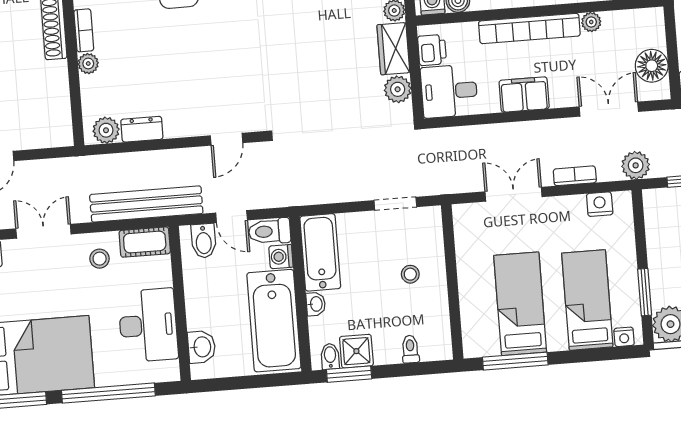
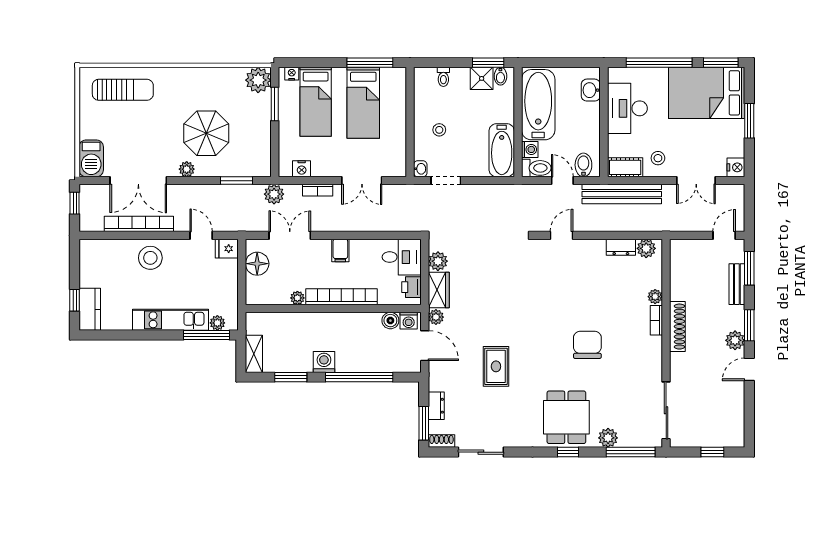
filing cabinet: (524, 95) -> (340, 250), width x0.50
double door: (609, 109) -> (290, 235), swing flipped
washbasin: (316, 304) -> (420, 169), moved, turned 180

